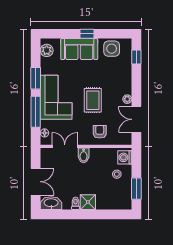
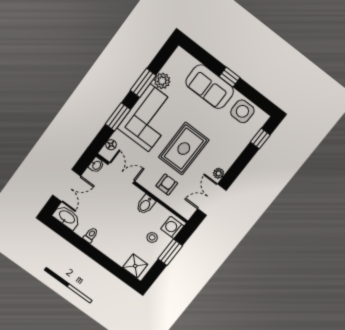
plant: (47, 50) -> (162, 81), moved
rug: (93, 100) -> (184, 149), width x1.36, depth x1.43
window: (36, 112) -> (118, 117), width x0.69
washbasin: (45, 153) -> (96, 165), added
bidet: (84, 155) -> (146, 205), moved
window: (136, 189) -> (170, 252), moved
shower: (88, 202) -> (135, 266), moved

